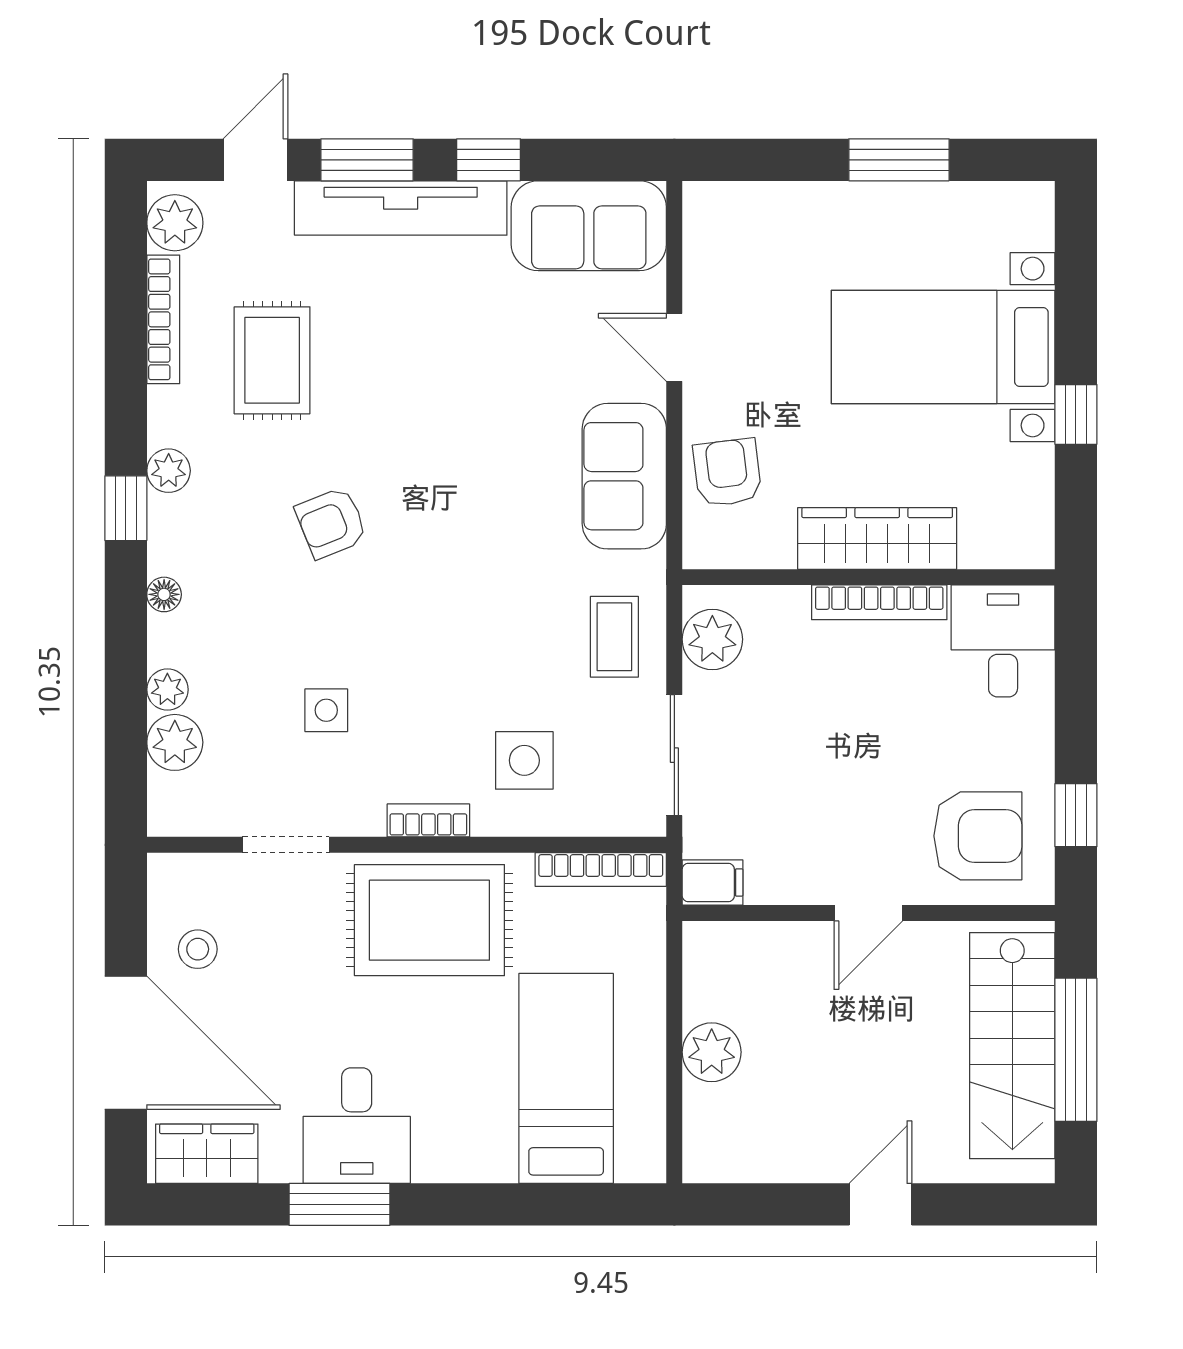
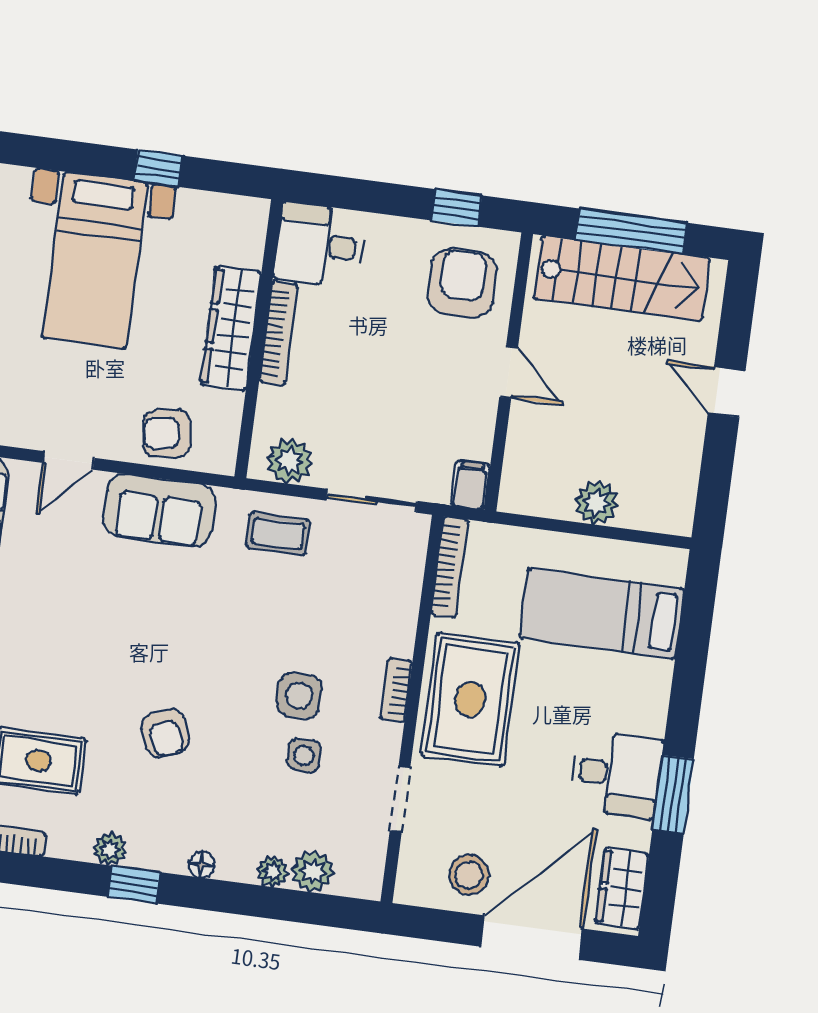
side table: (524, 760) -> (299, 696), moved
stool: (198, 949) -> (469, 875), width x1.37, depth x1.37

